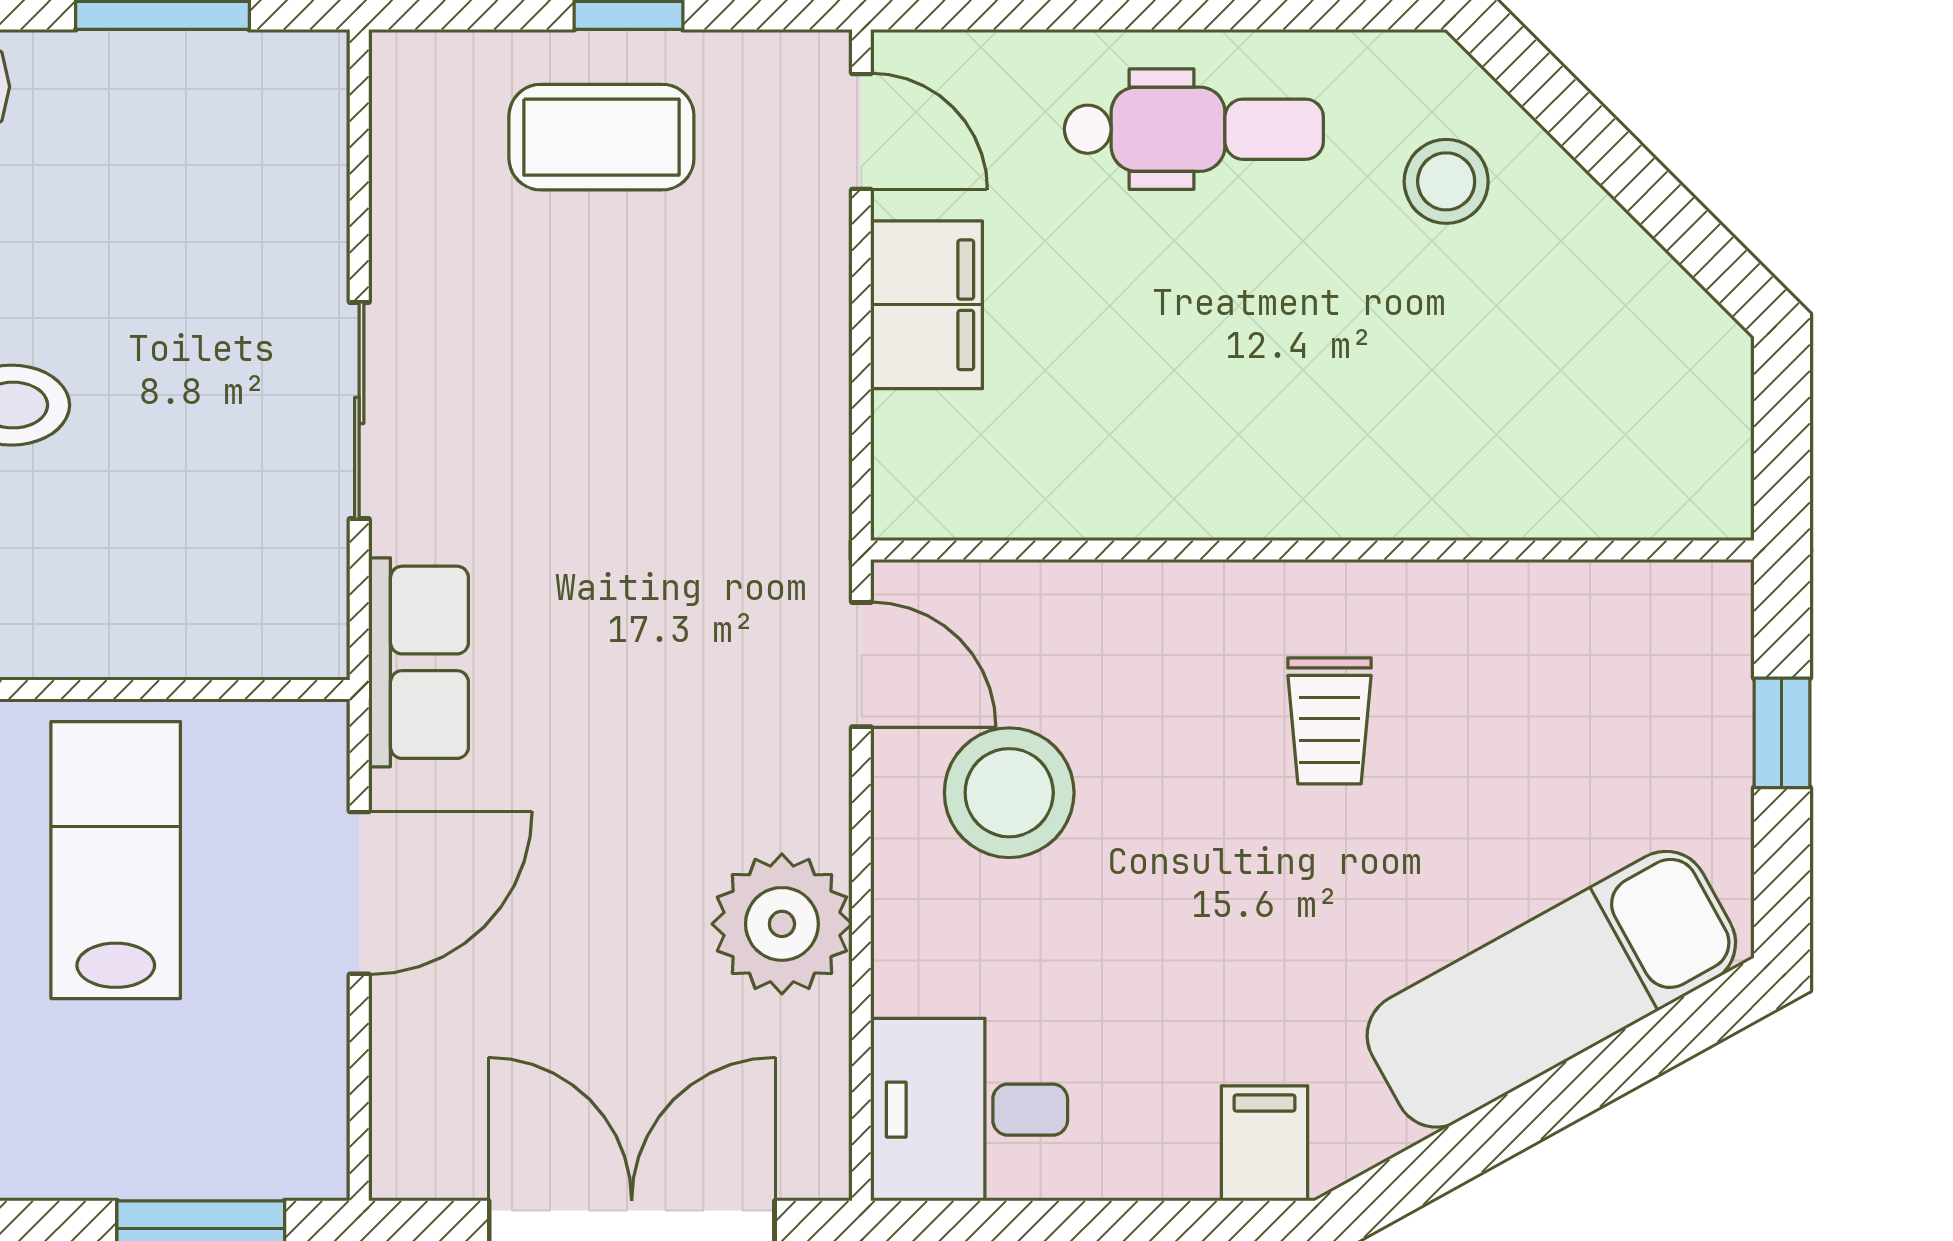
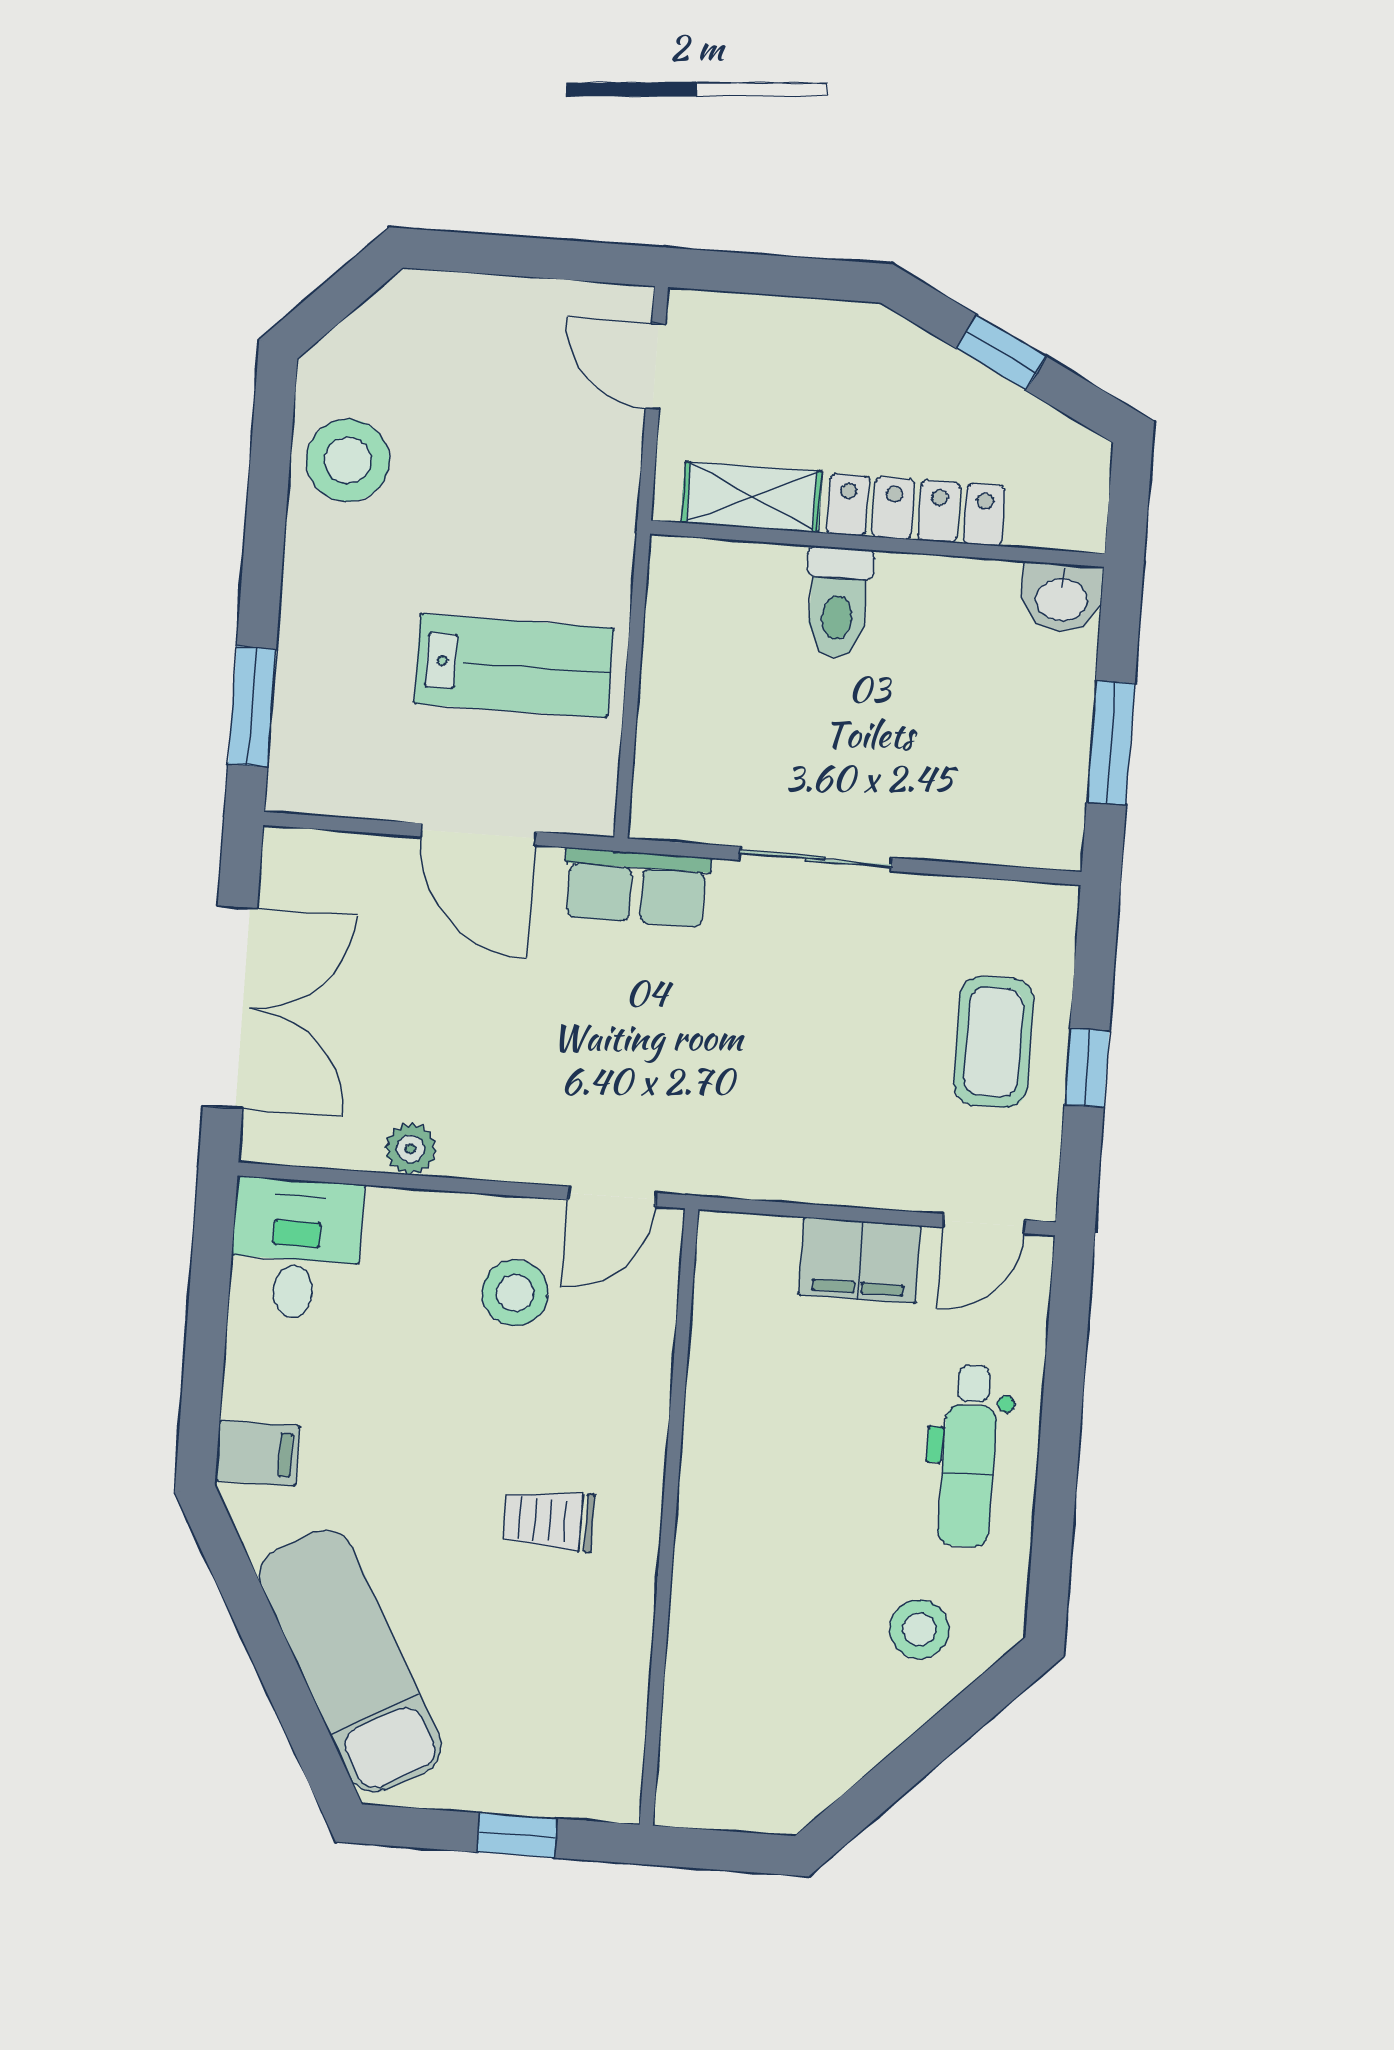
stool: (1009, 793) -> (515, 1293), width x0.73, depth x0.73
plant: (782, 924) -> (411, 1149), width x0.53, depth x0.53

